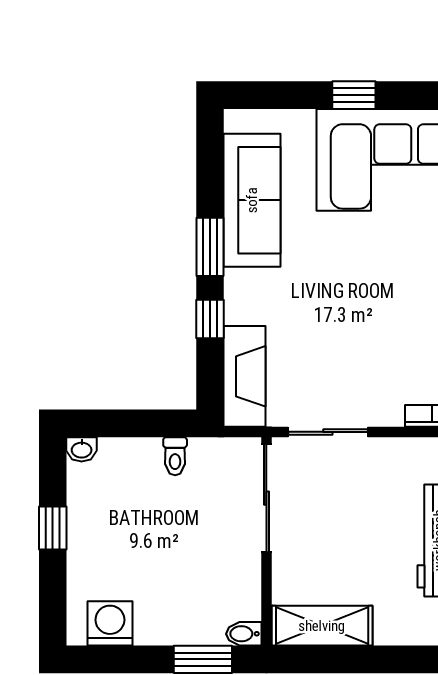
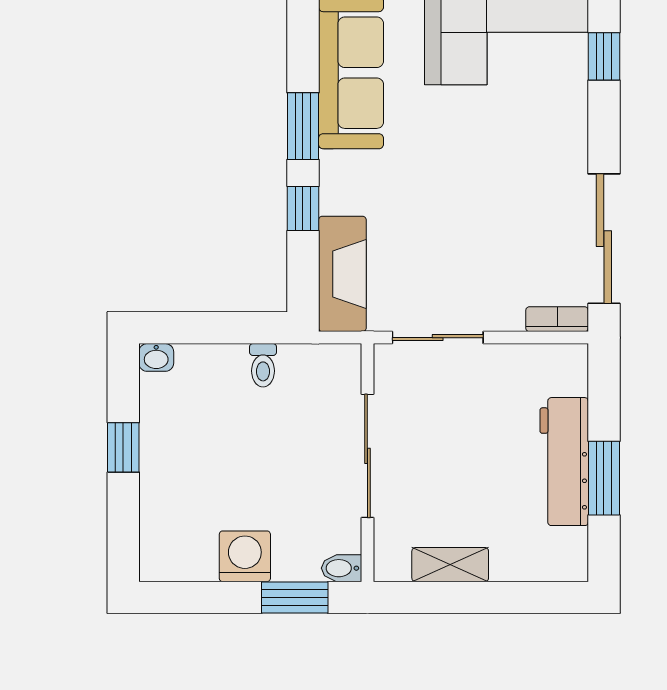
sliding door: (266, 498) -> (367, 456), moved
washing machine: (110, 623) -> (245, 556), moved
shelving: (322, 626) -> (450, 565), width x0.67, depth x0.75

